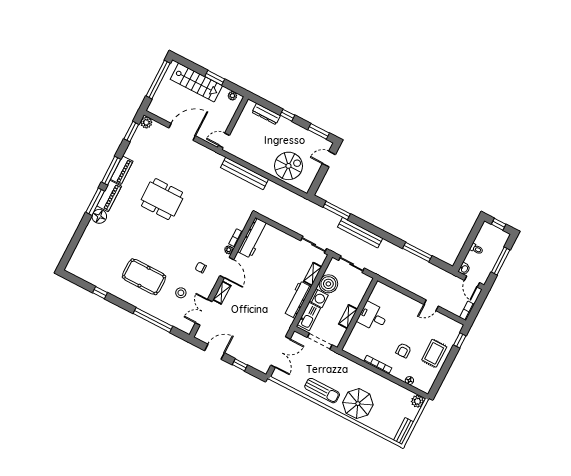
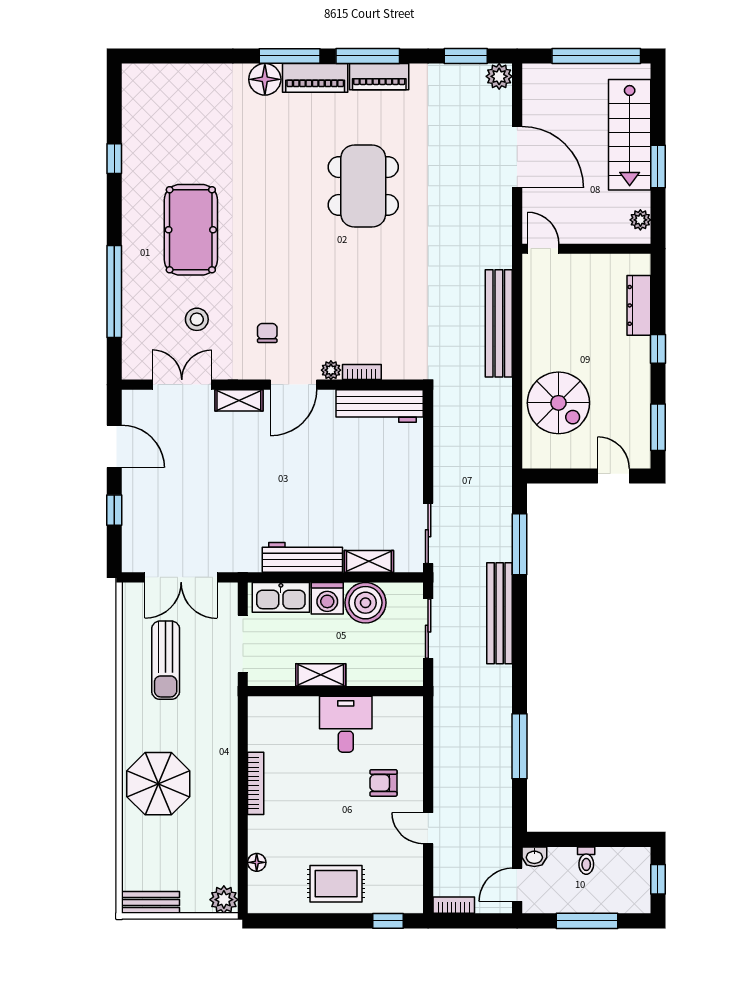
armchair: (403, 350) -> (383, 783), moved
sun lounger: (322, 391) -> (166, 660), moved

